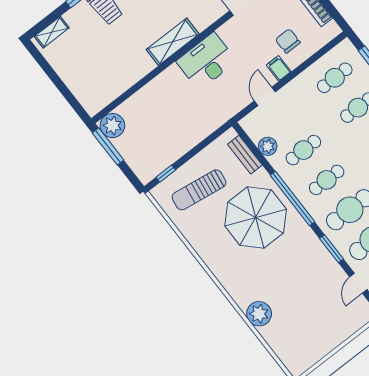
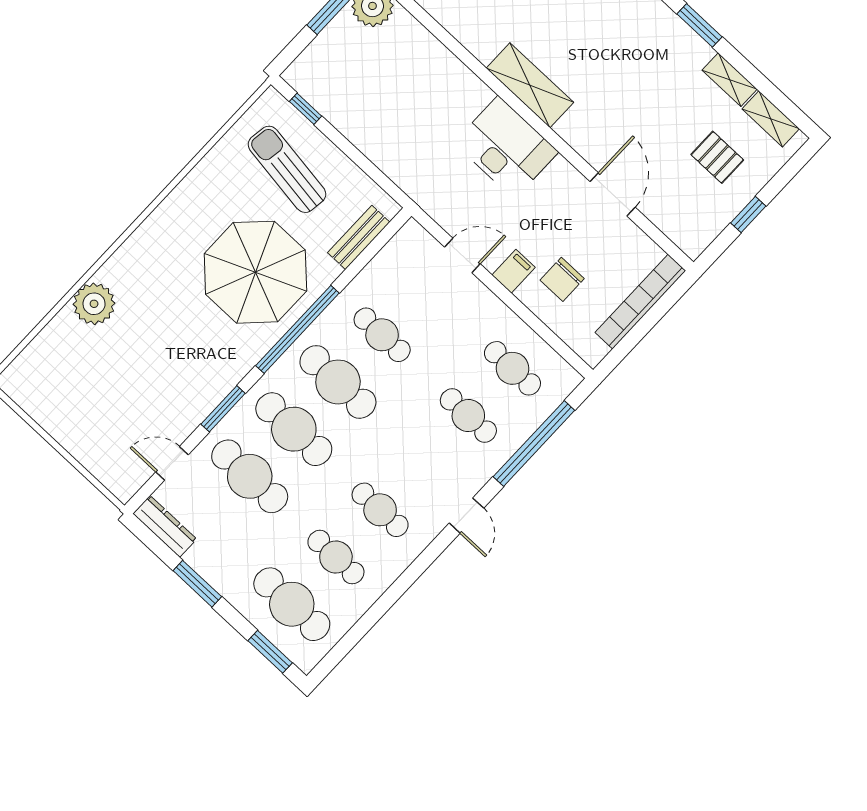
chair: (288, 41) -> (562, 279), turned 180
plant: (268, 146) -> (379, 274), removed
cafe table: (327, 180) -> (338, 382), width x1.37, depth x1.35

